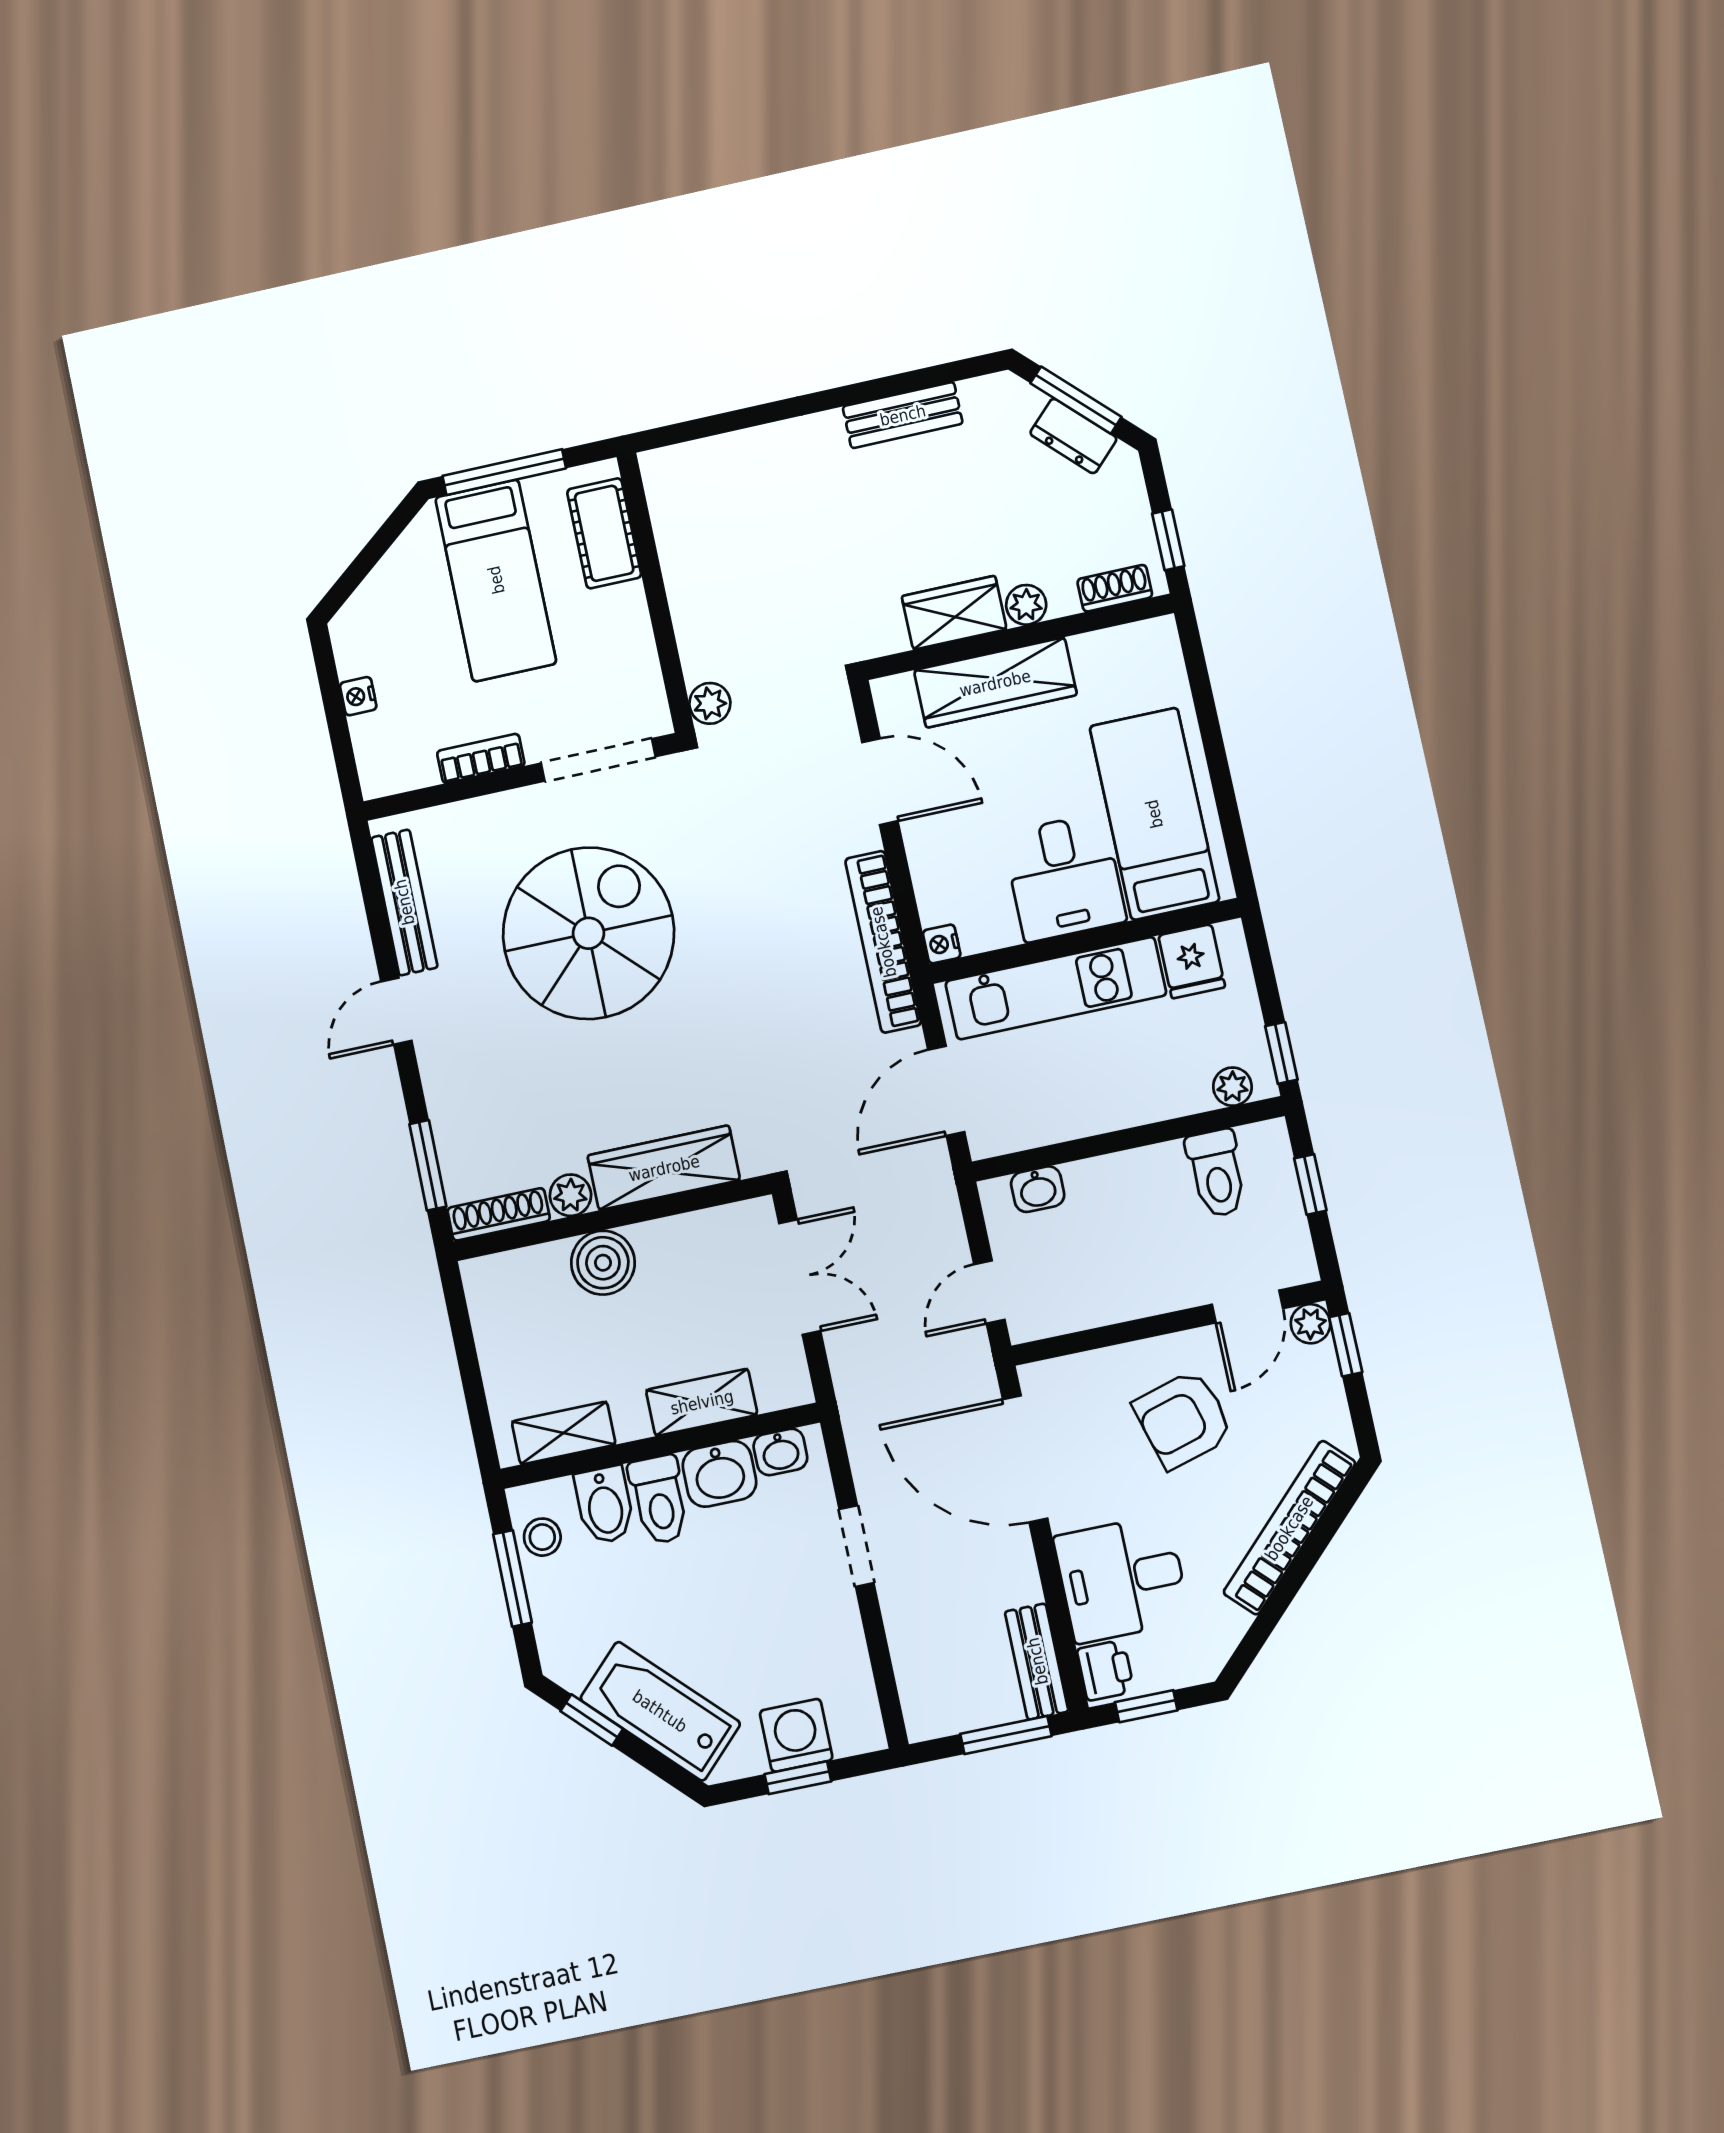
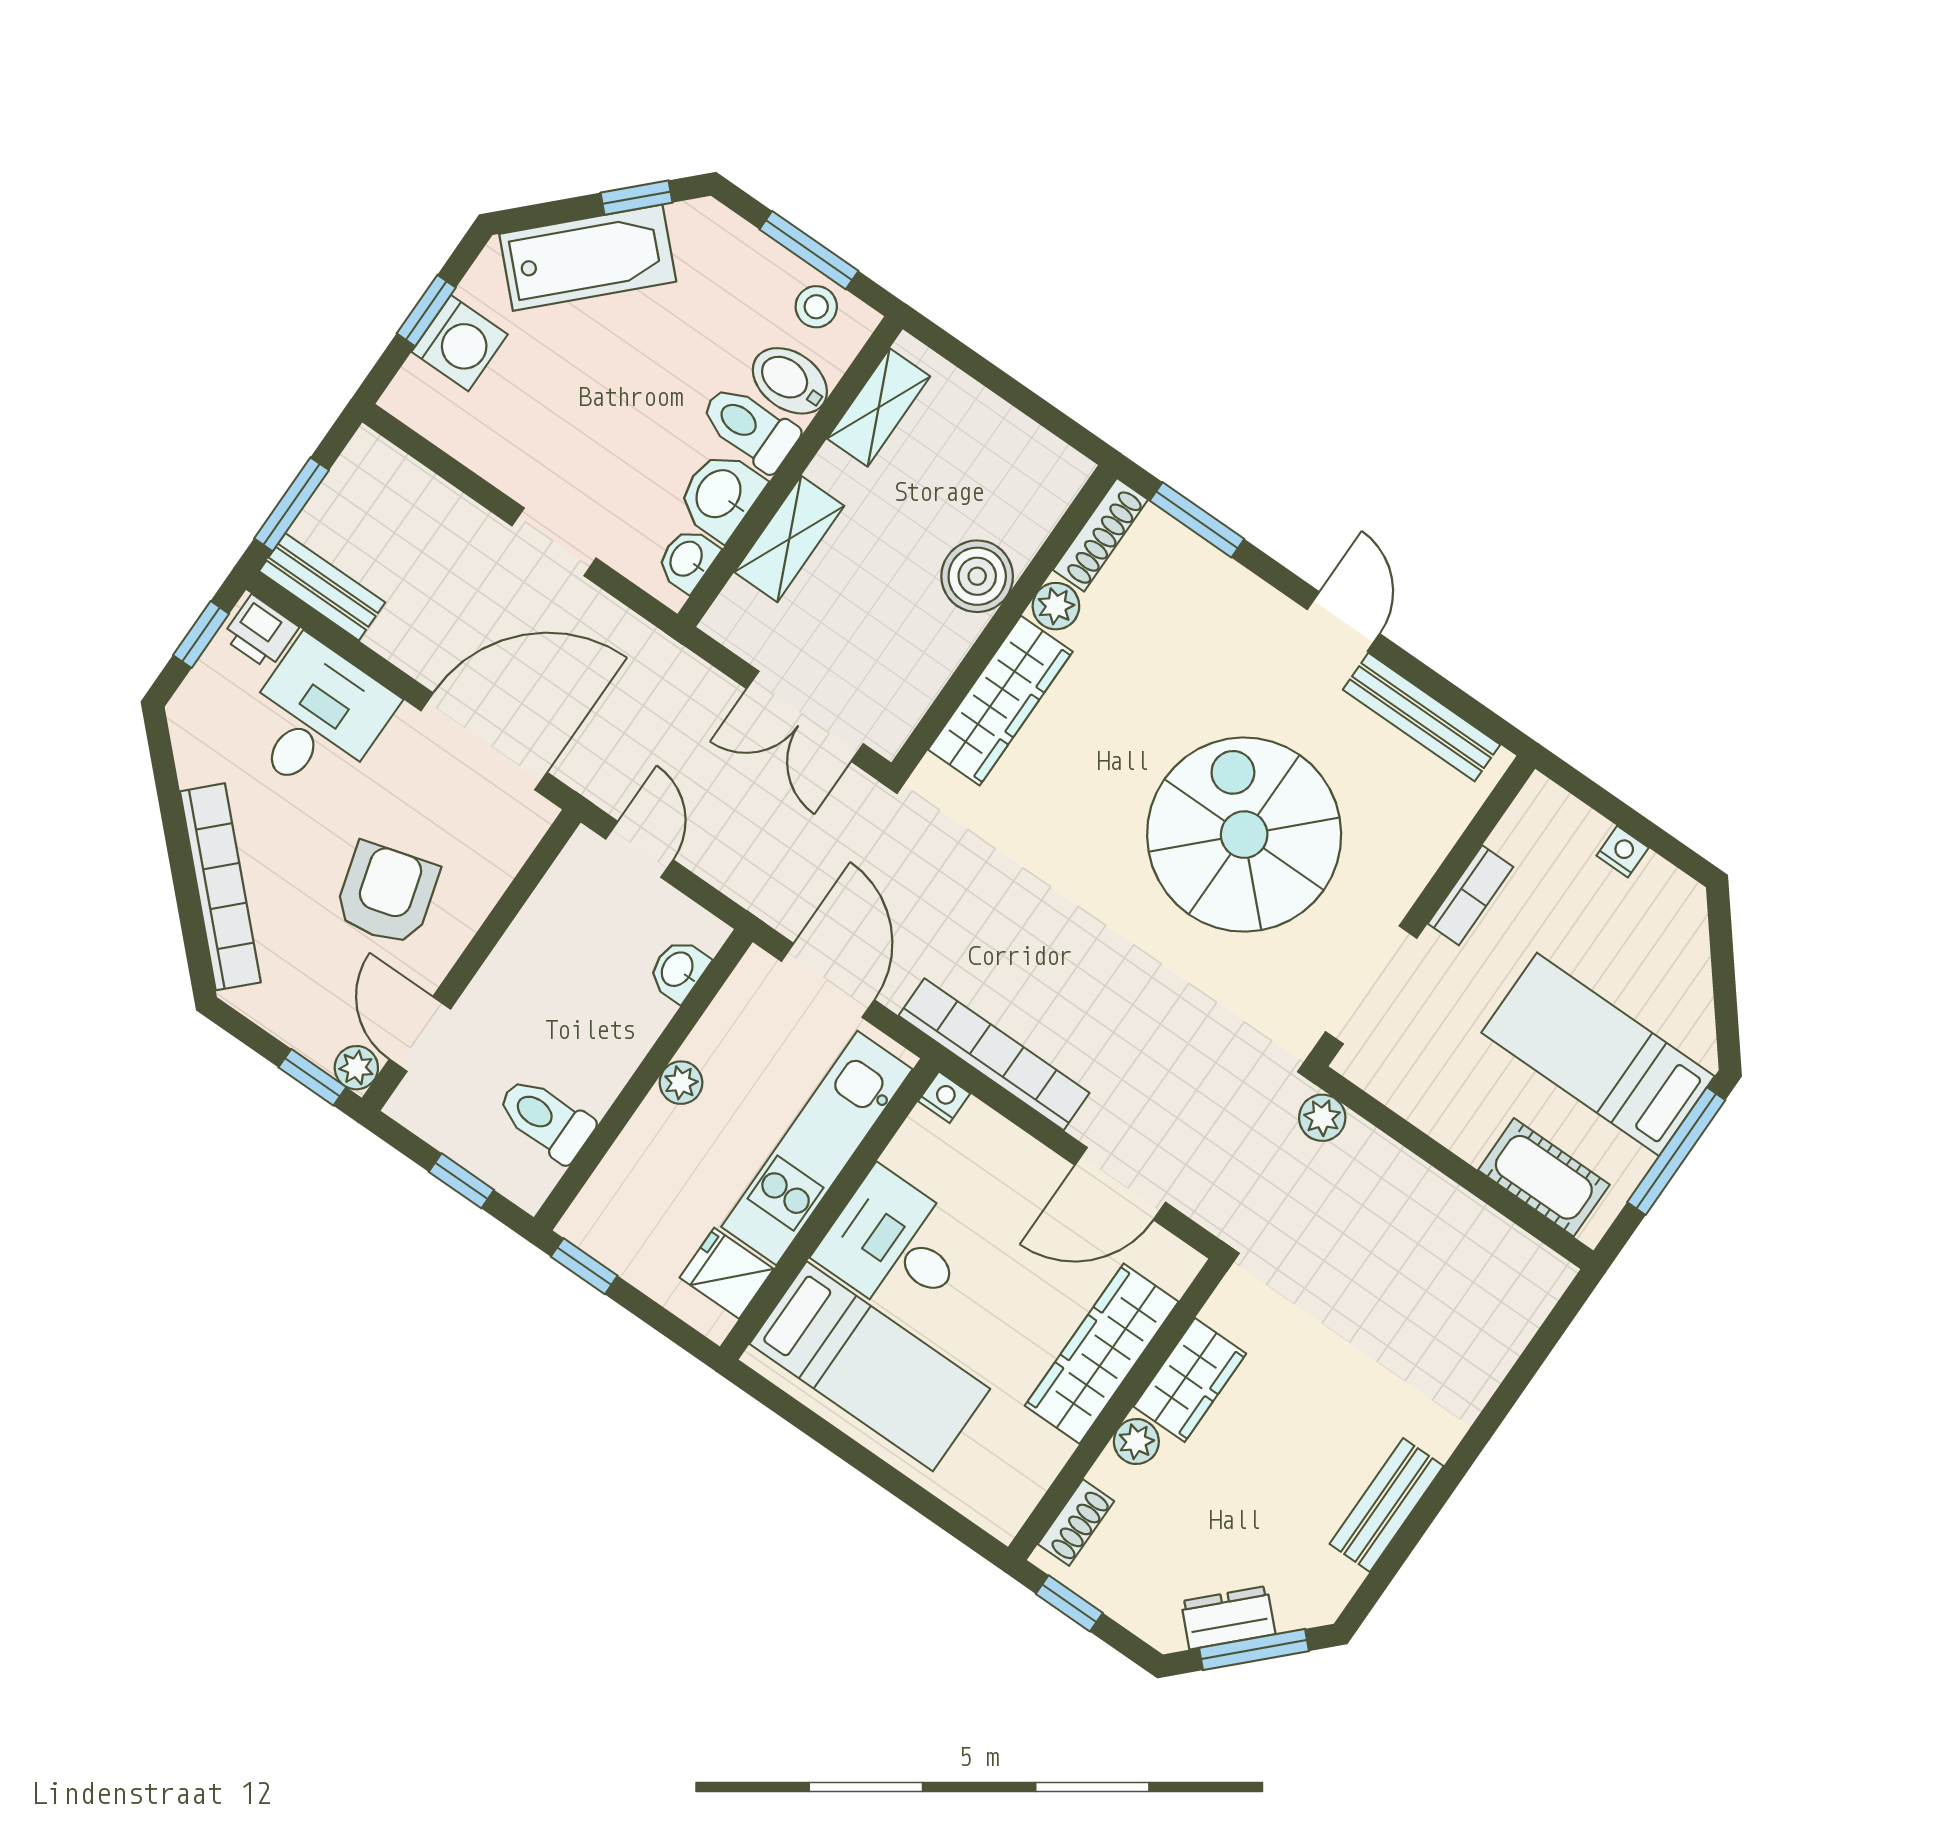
spiral stairs: (588, 933) -> (1244, 835), turned 180
plant: (1232, 1087) -> (681, 1083), moved

